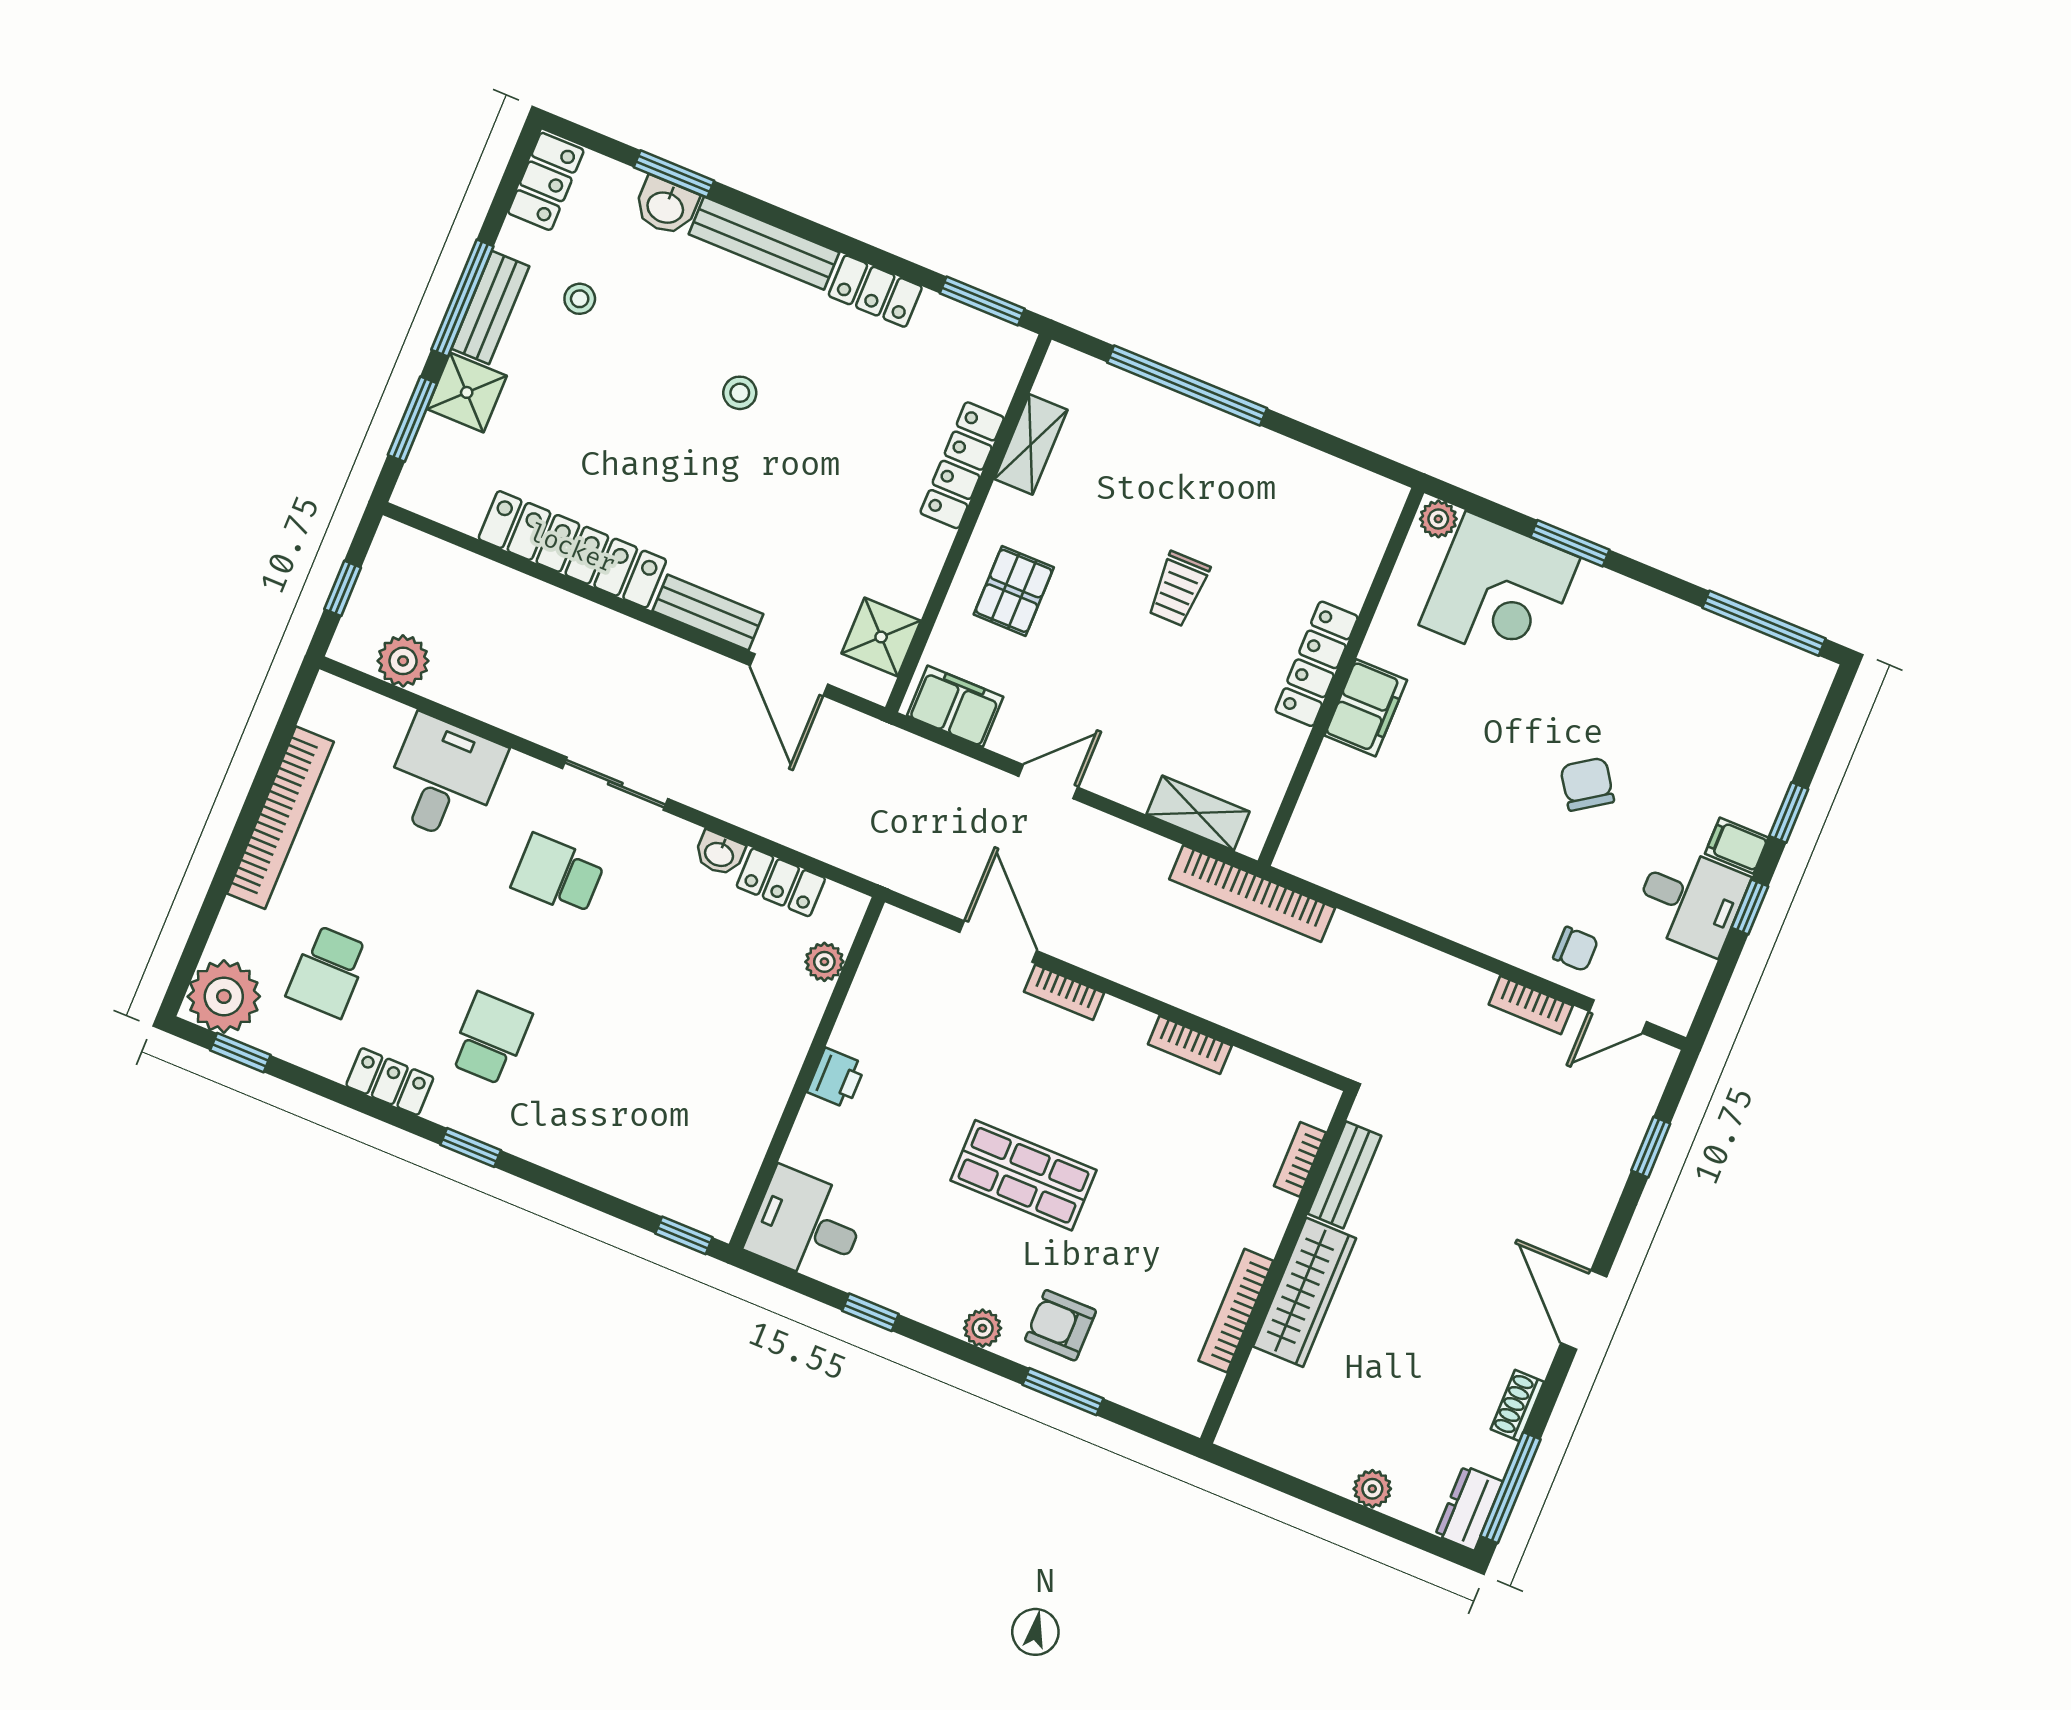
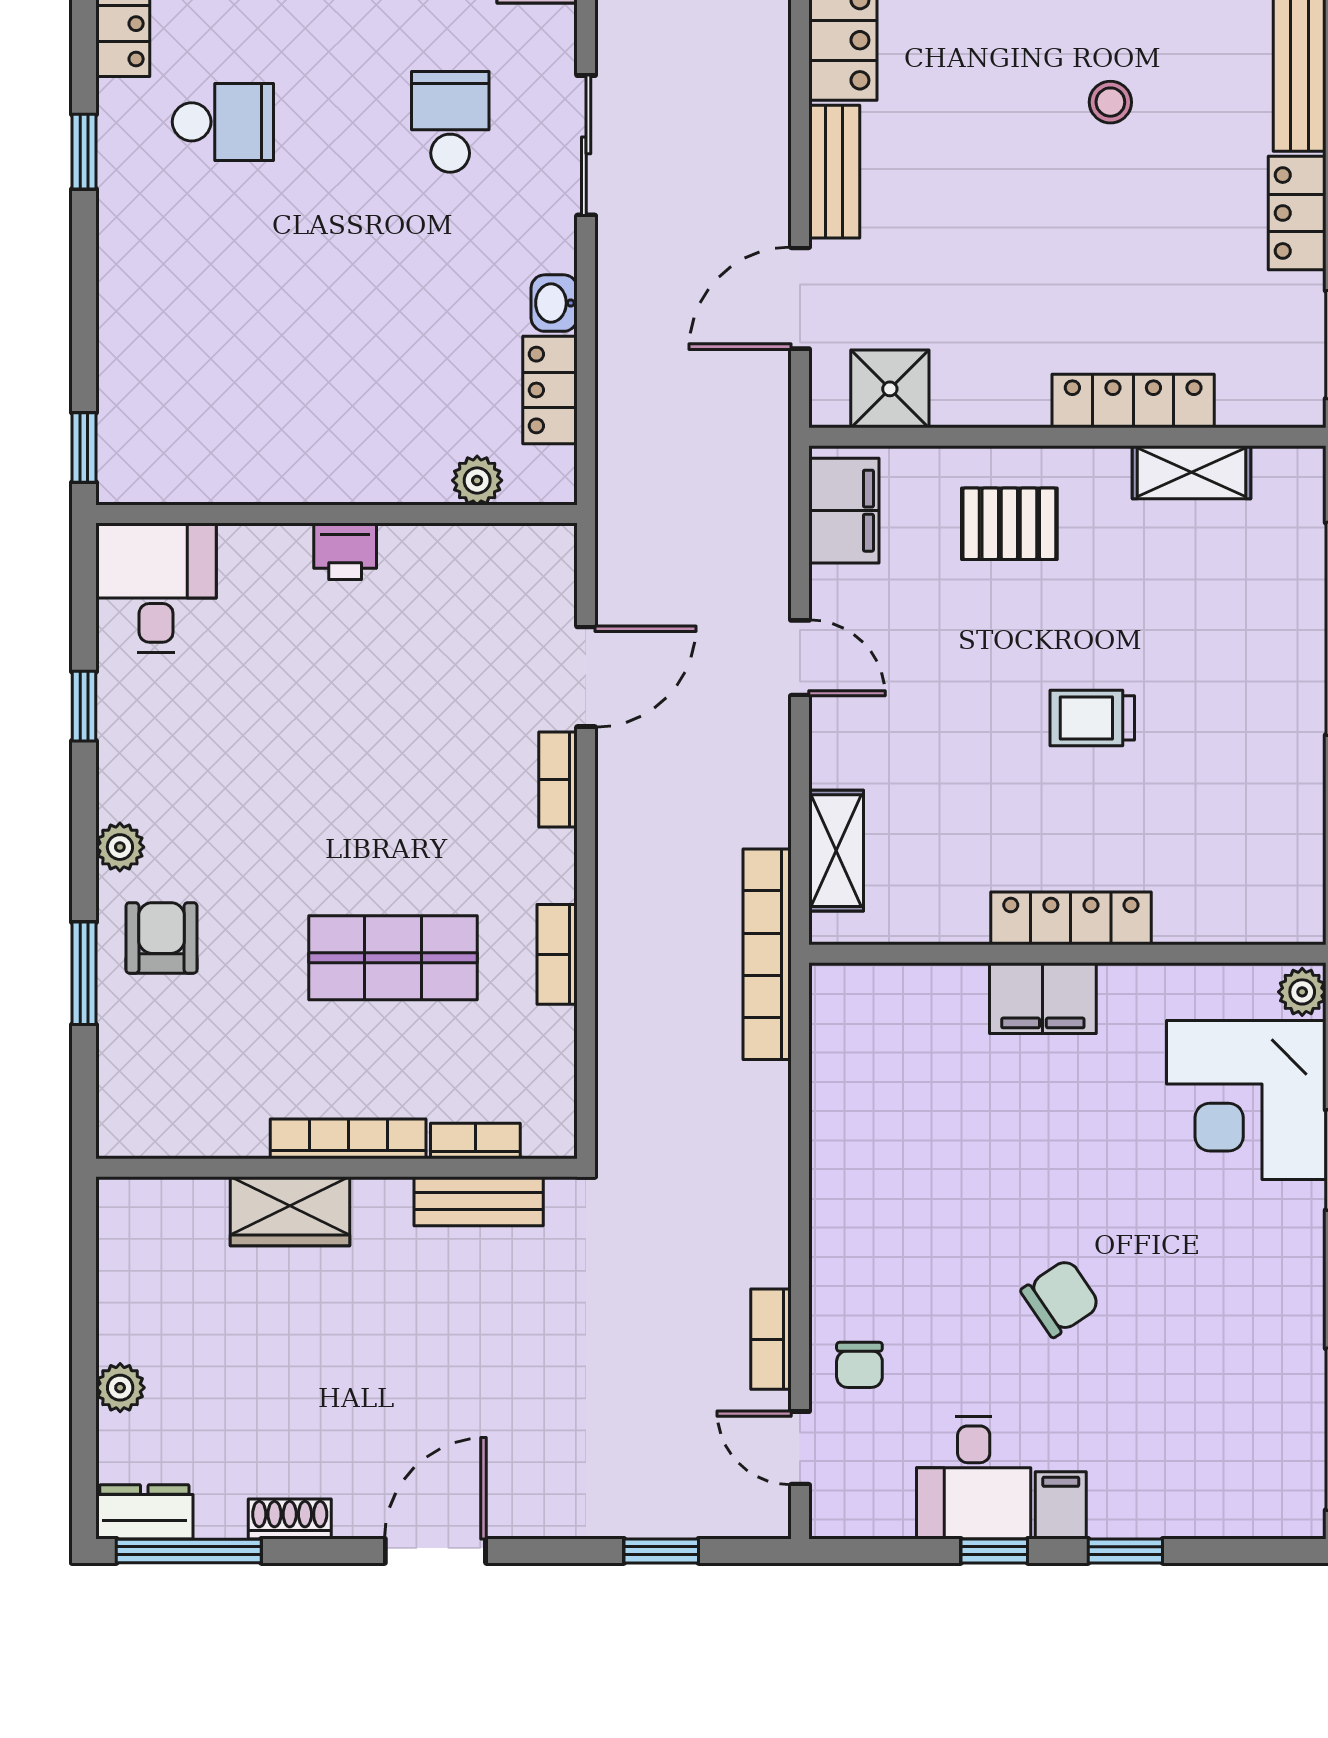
shop shelf: (1024, 1175) -> (393, 958), moved, turned 90
wardrobe: (1305, 1292) -> (290, 1211), width x0.67
bookcase: (1236, 1311) -> (348, 1139), moved

